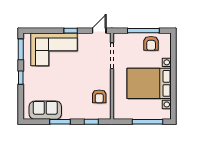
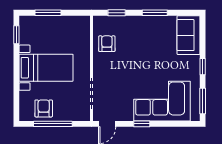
bed with nightstands: (149, 83) -> (46, 68), width x0.73
window: (173, 104) -> (16, 35), added
sofa: (45, 110) -> (189, 35), moved, turned 90
window: (148, 122) -> (48, 13), width x0.69

